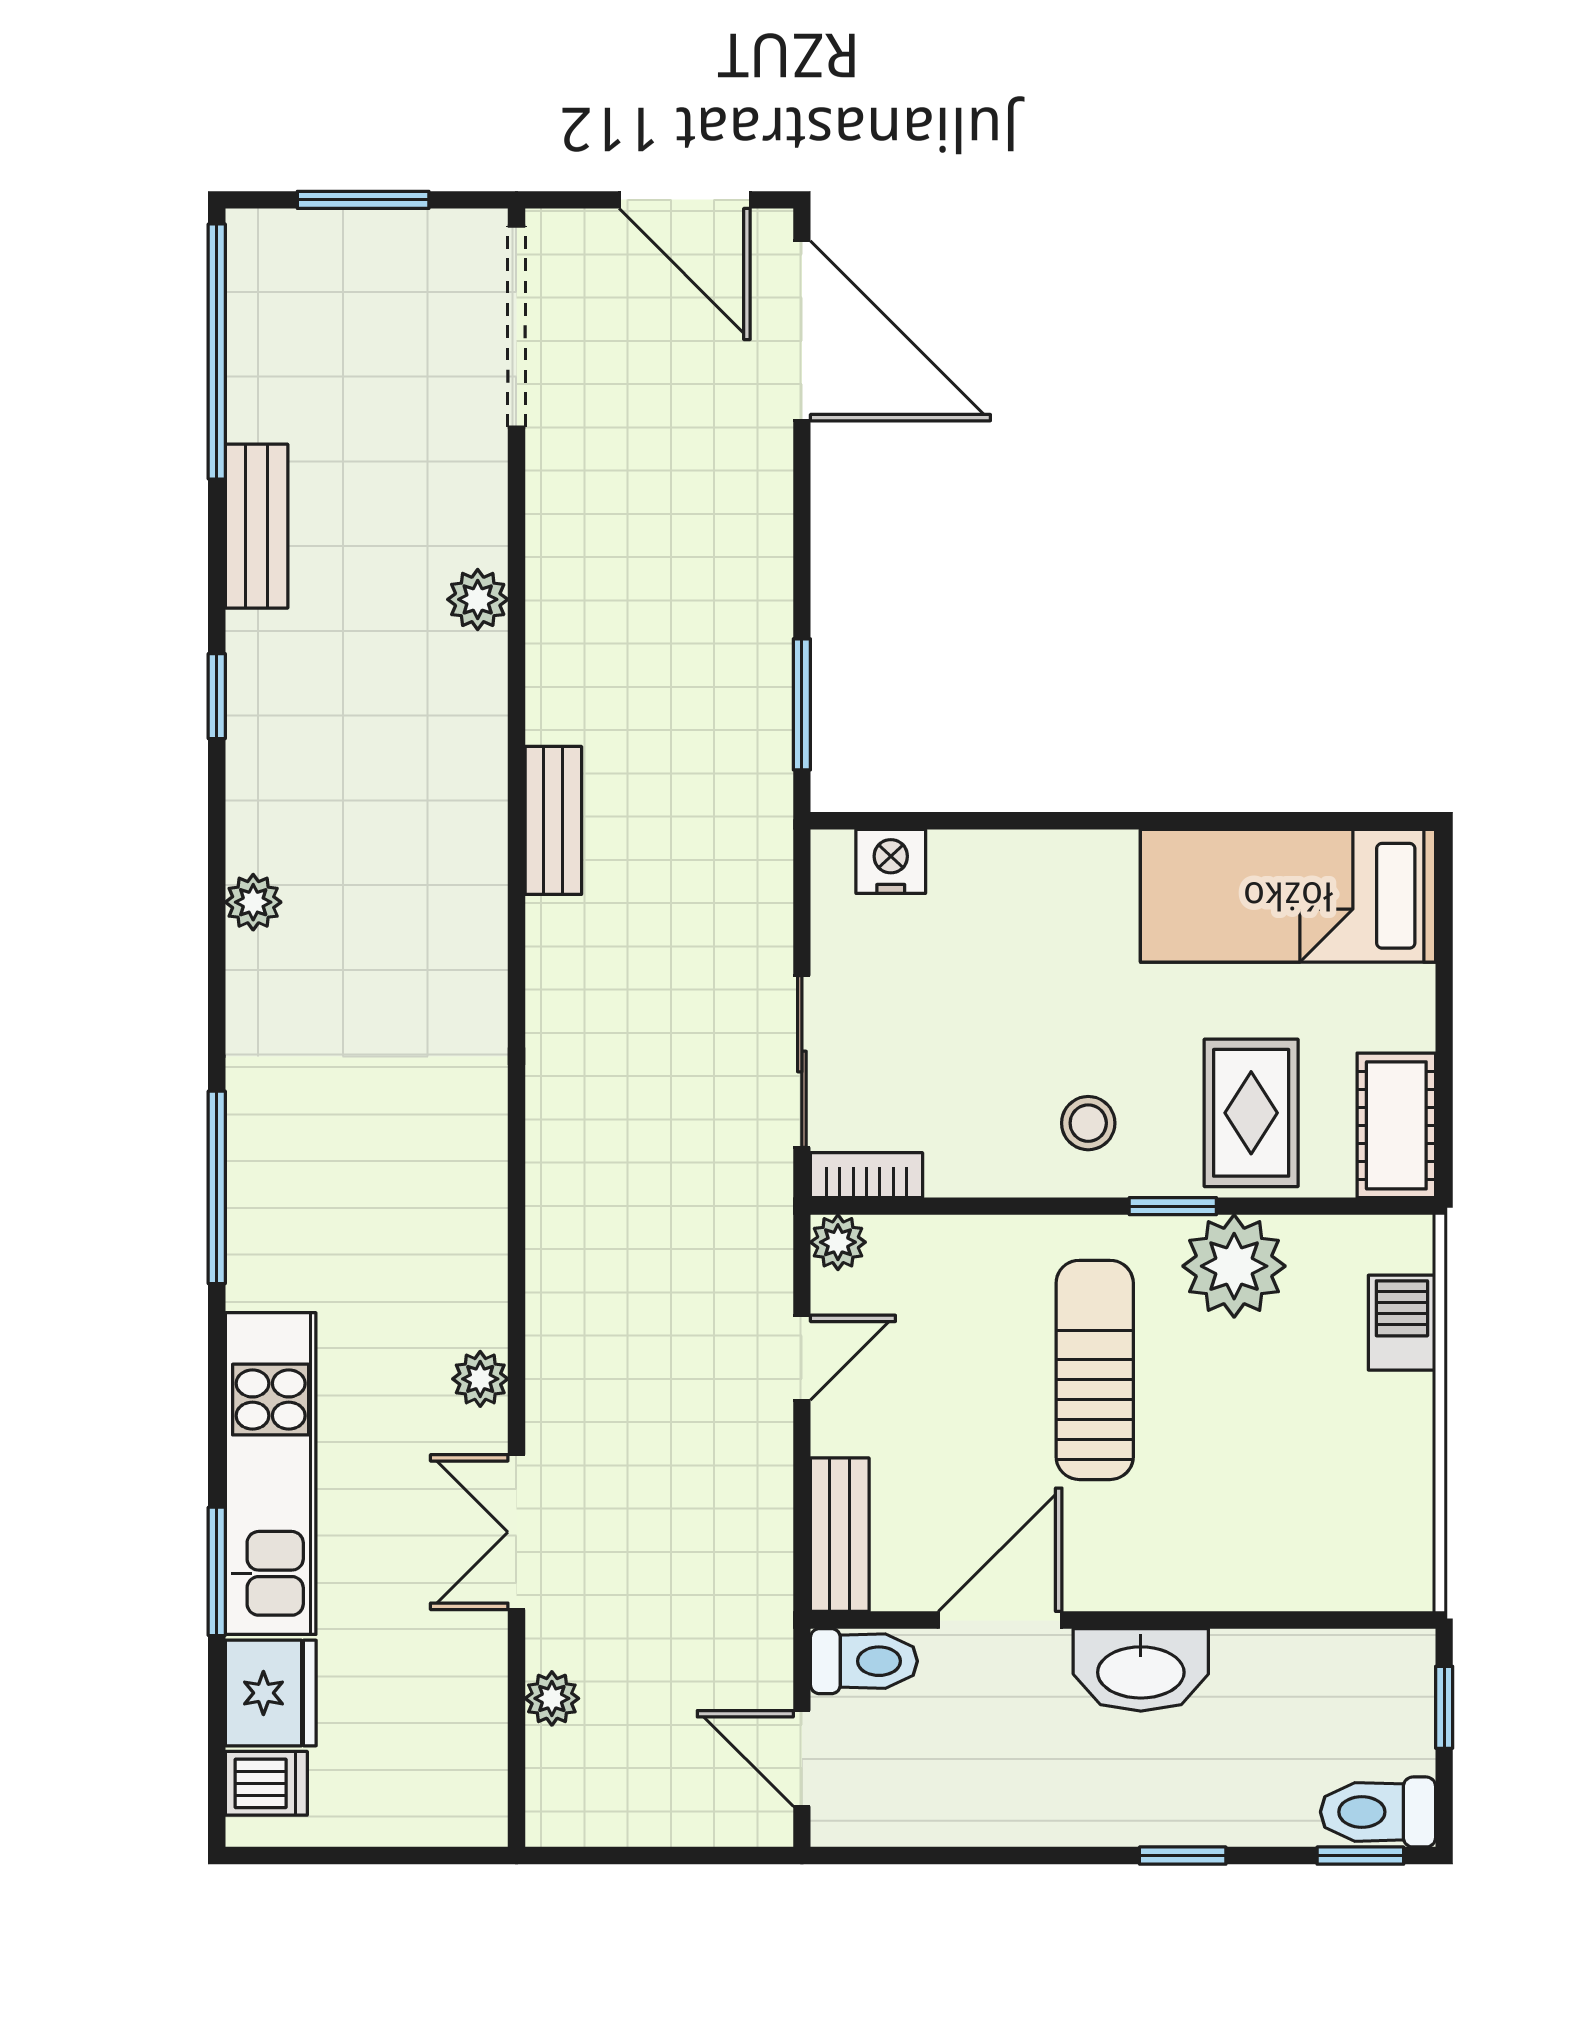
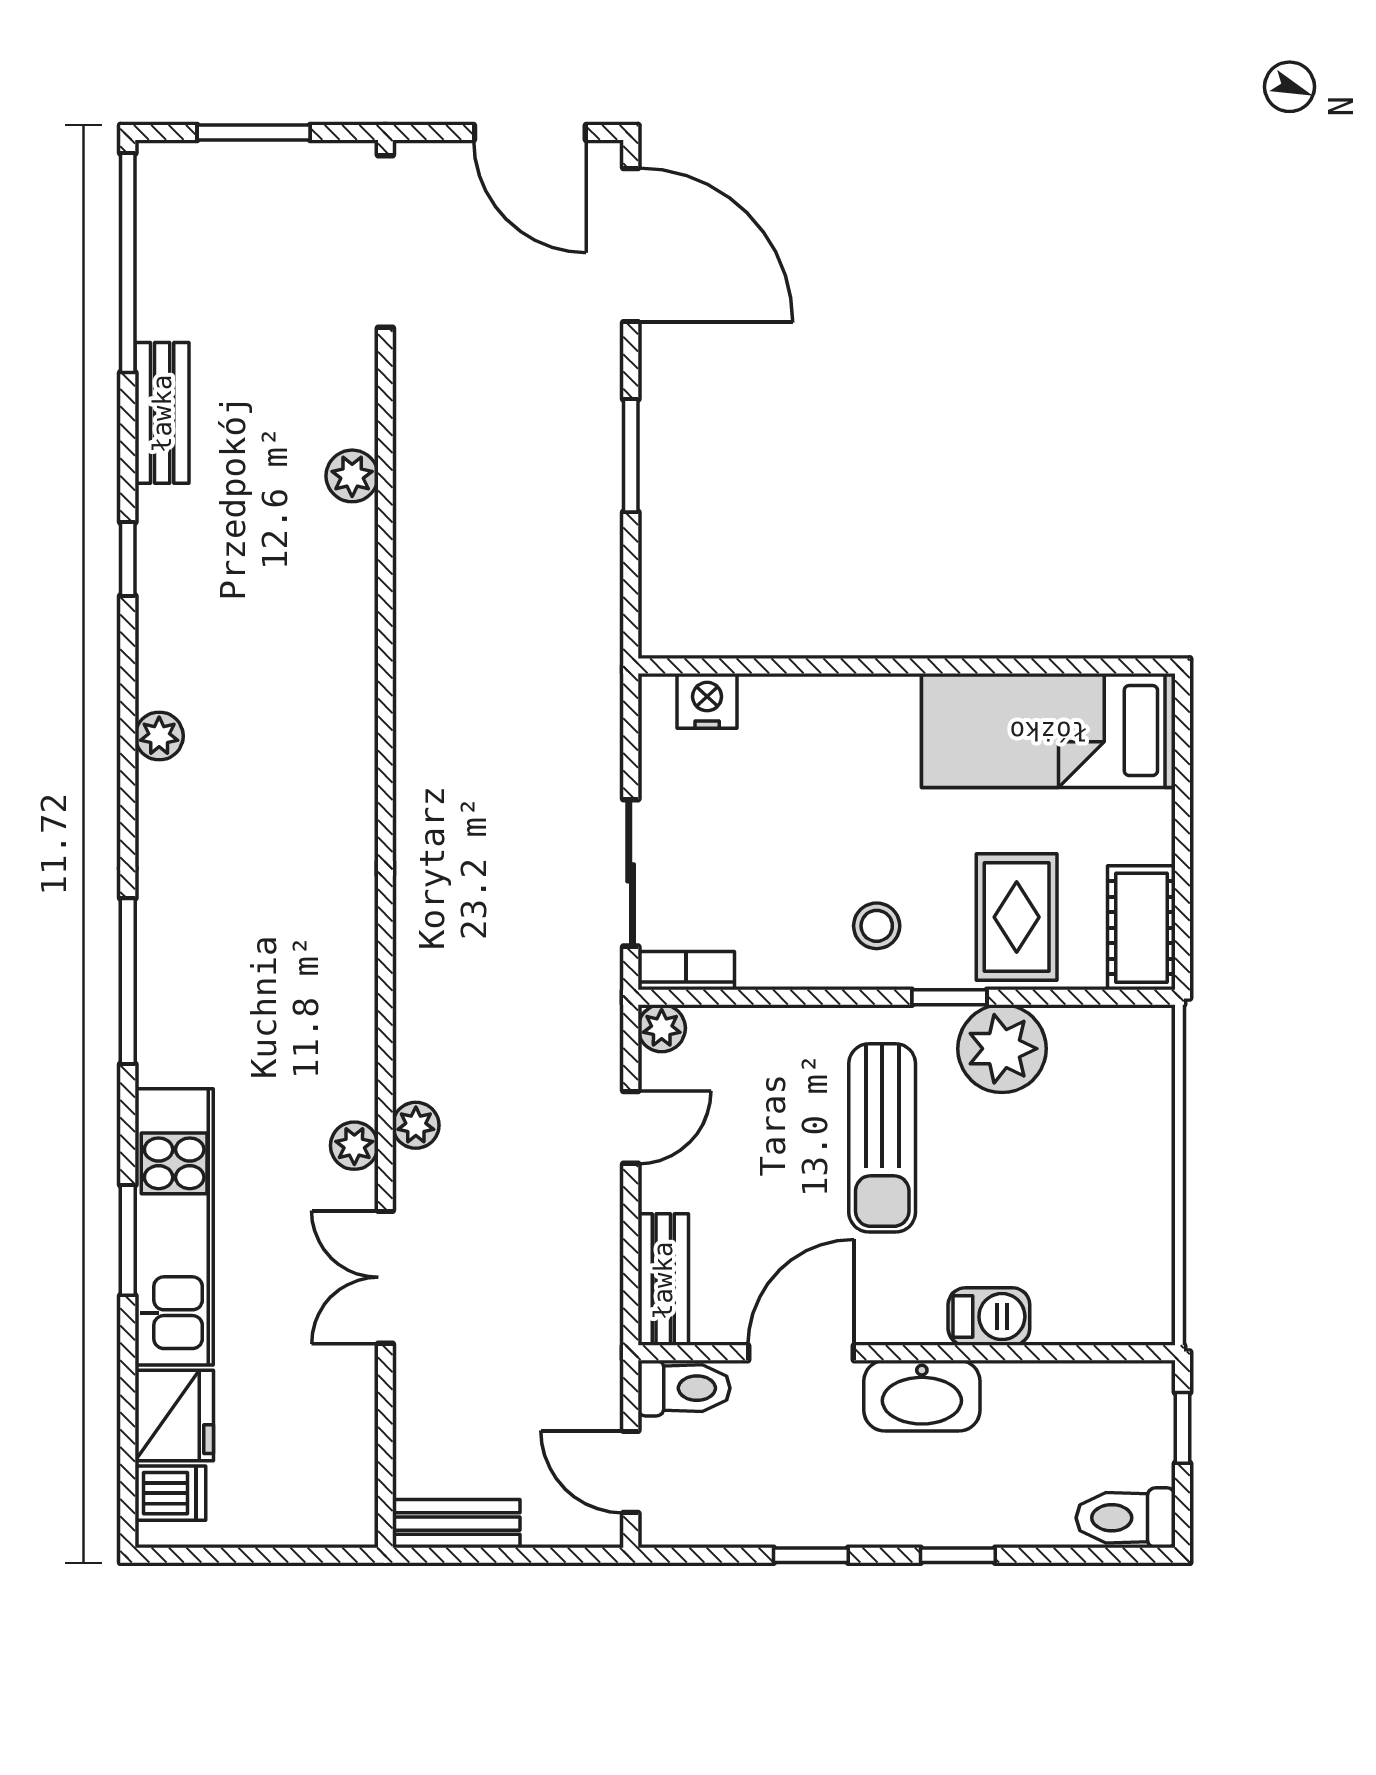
window: (802, 704) -> (631, 456), moved
bench: (553, 820) -> (456, 1524), moved, turned 90
barbecue: (1402, 1323) -> (989, 1317), moved, turned 90
sun lounger: (1095, 1370) -> (882, 1138), turned 180
window: (217, 1571) -> (128, 1240), moved
plant: (552, 1698) -> (416, 1125), moved
window: (1360, 1856) -> (811, 1555), moved

